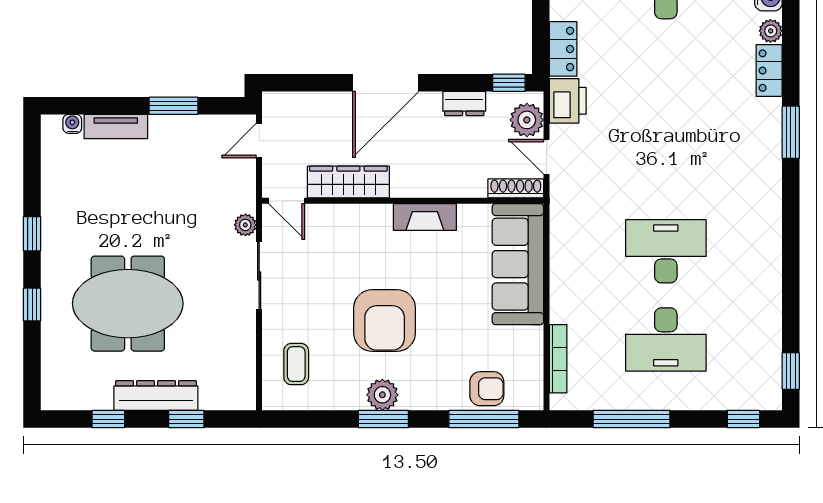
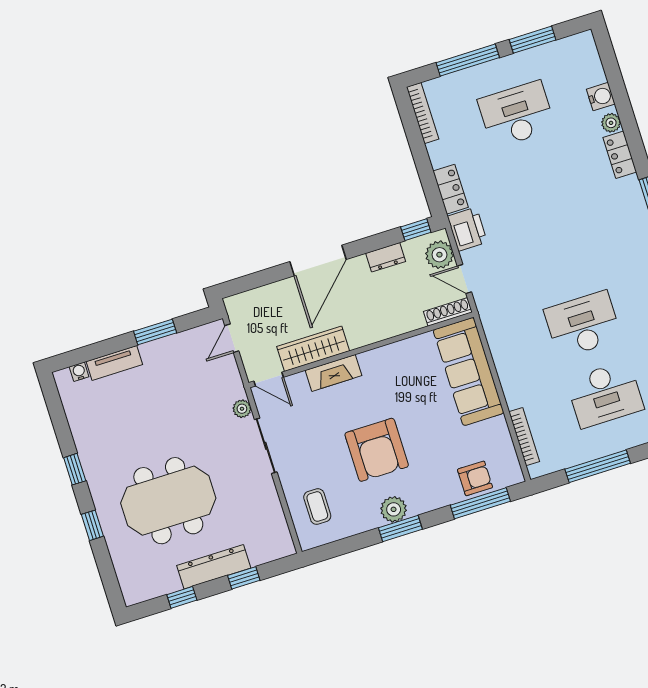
fireplace: (425, 217) -> (334, 373), moved

